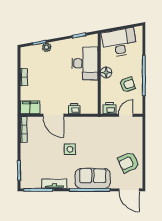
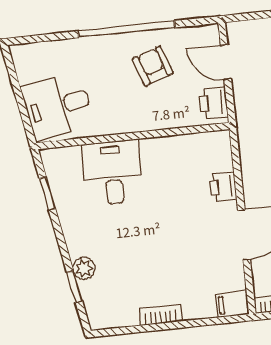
desk: (119, 43) -> (58, 106), width x0.73
desk: (85, 63) -> (113, 173), width x0.73
floor lamp: (106, 72) -> (129, 120), removed
filing cabinet: (30, 107) -> (232, 304), width x0.50

